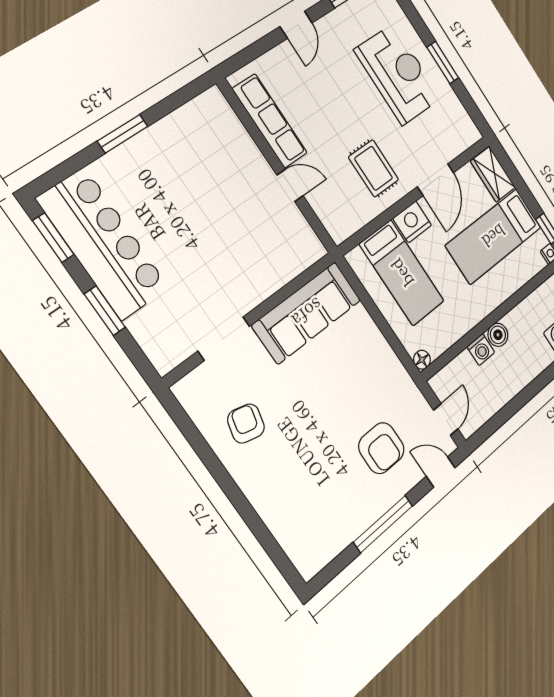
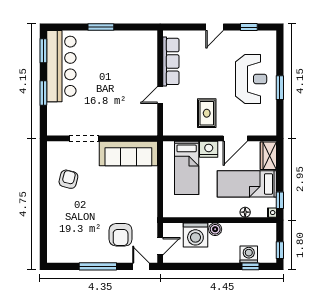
door: (290, 185) -> (160, 95), swing flipped
washing machine: (481, 350) -> (195, 235), width x1.89, depth x1.89
floor lamp: (422, 360) -> (245, 212), moved

